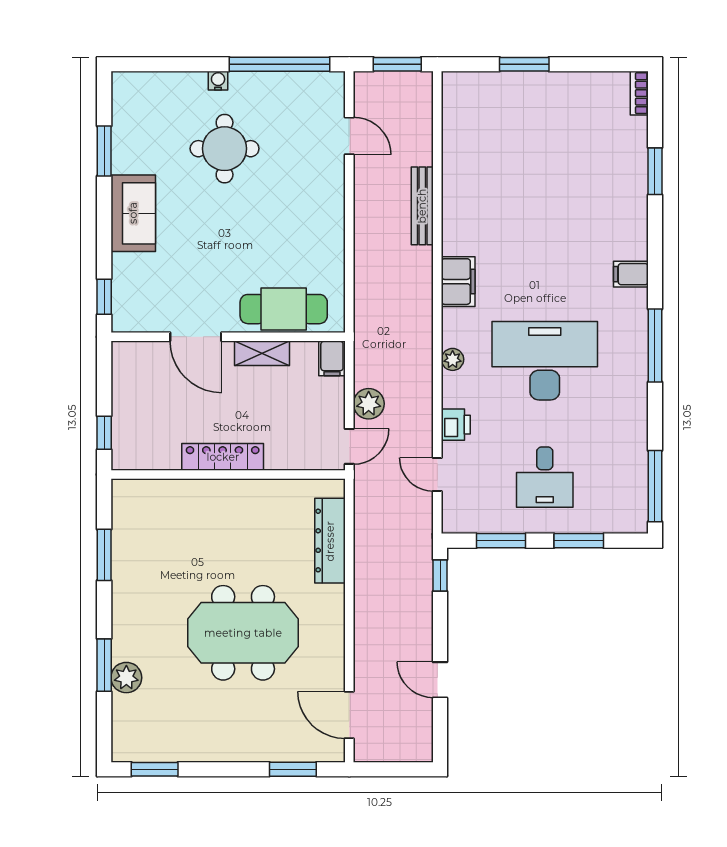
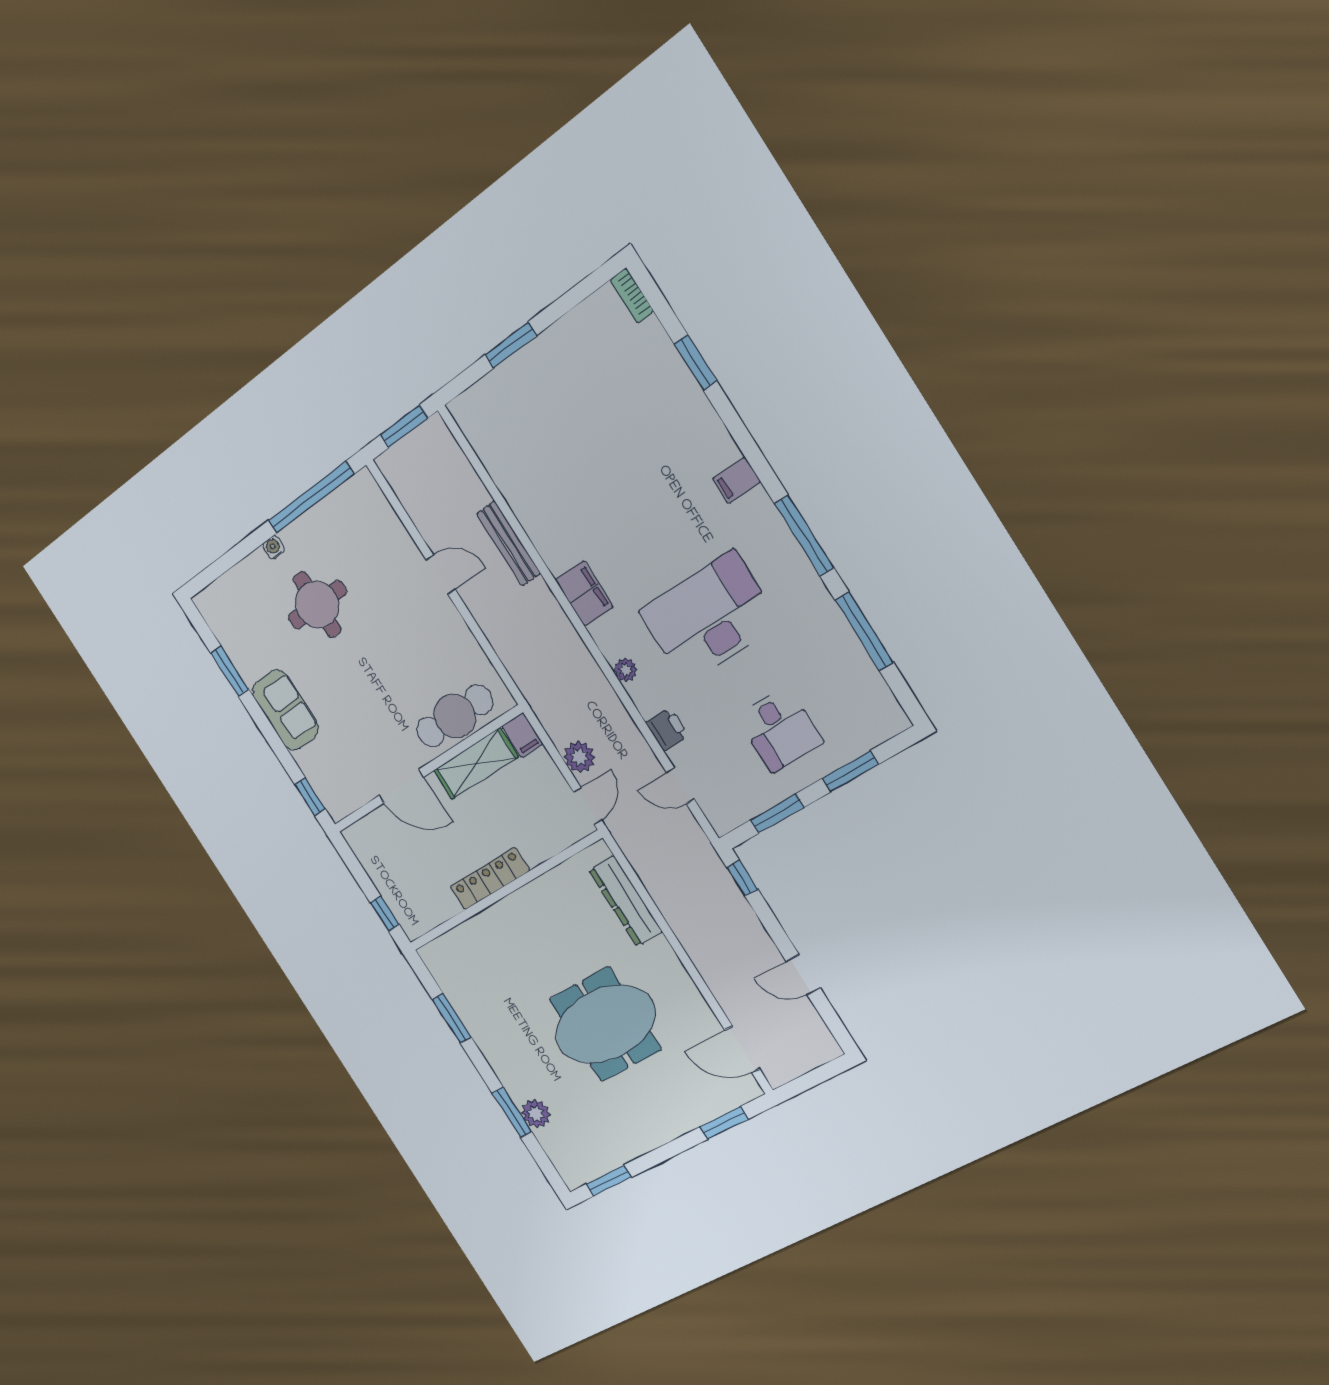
door: (349, 136) -> (441, 574), moved
shelving: (262, 353) -> (476, 764), width x1.50, depth x1.33
window: (655, 486) -> (864, 631), moved

